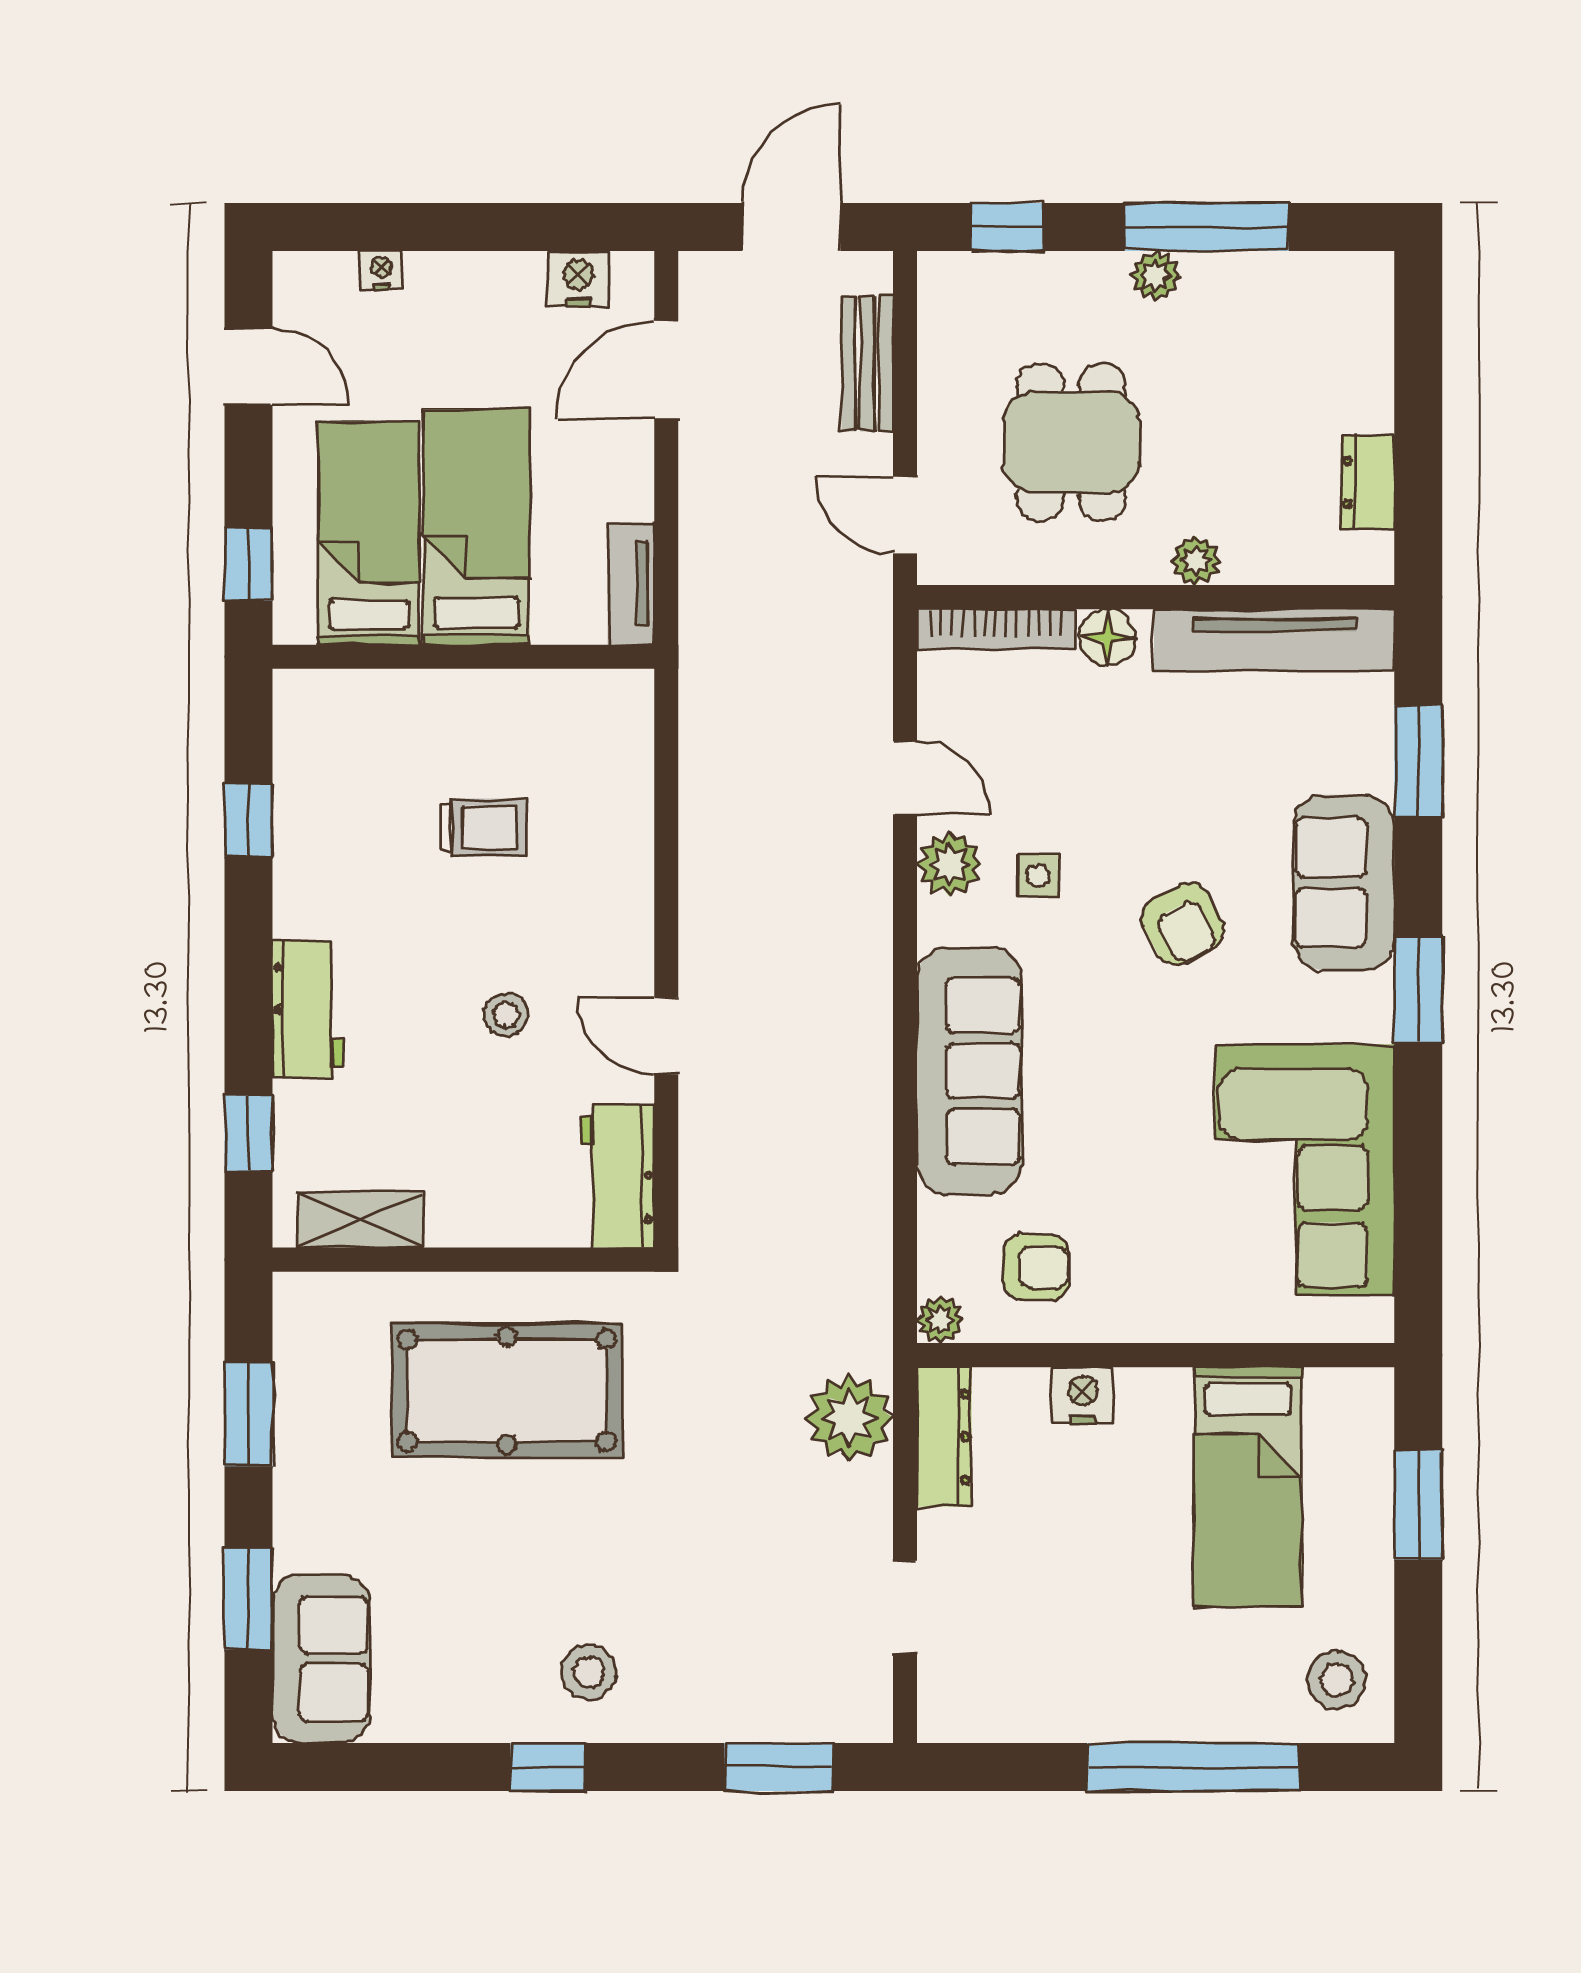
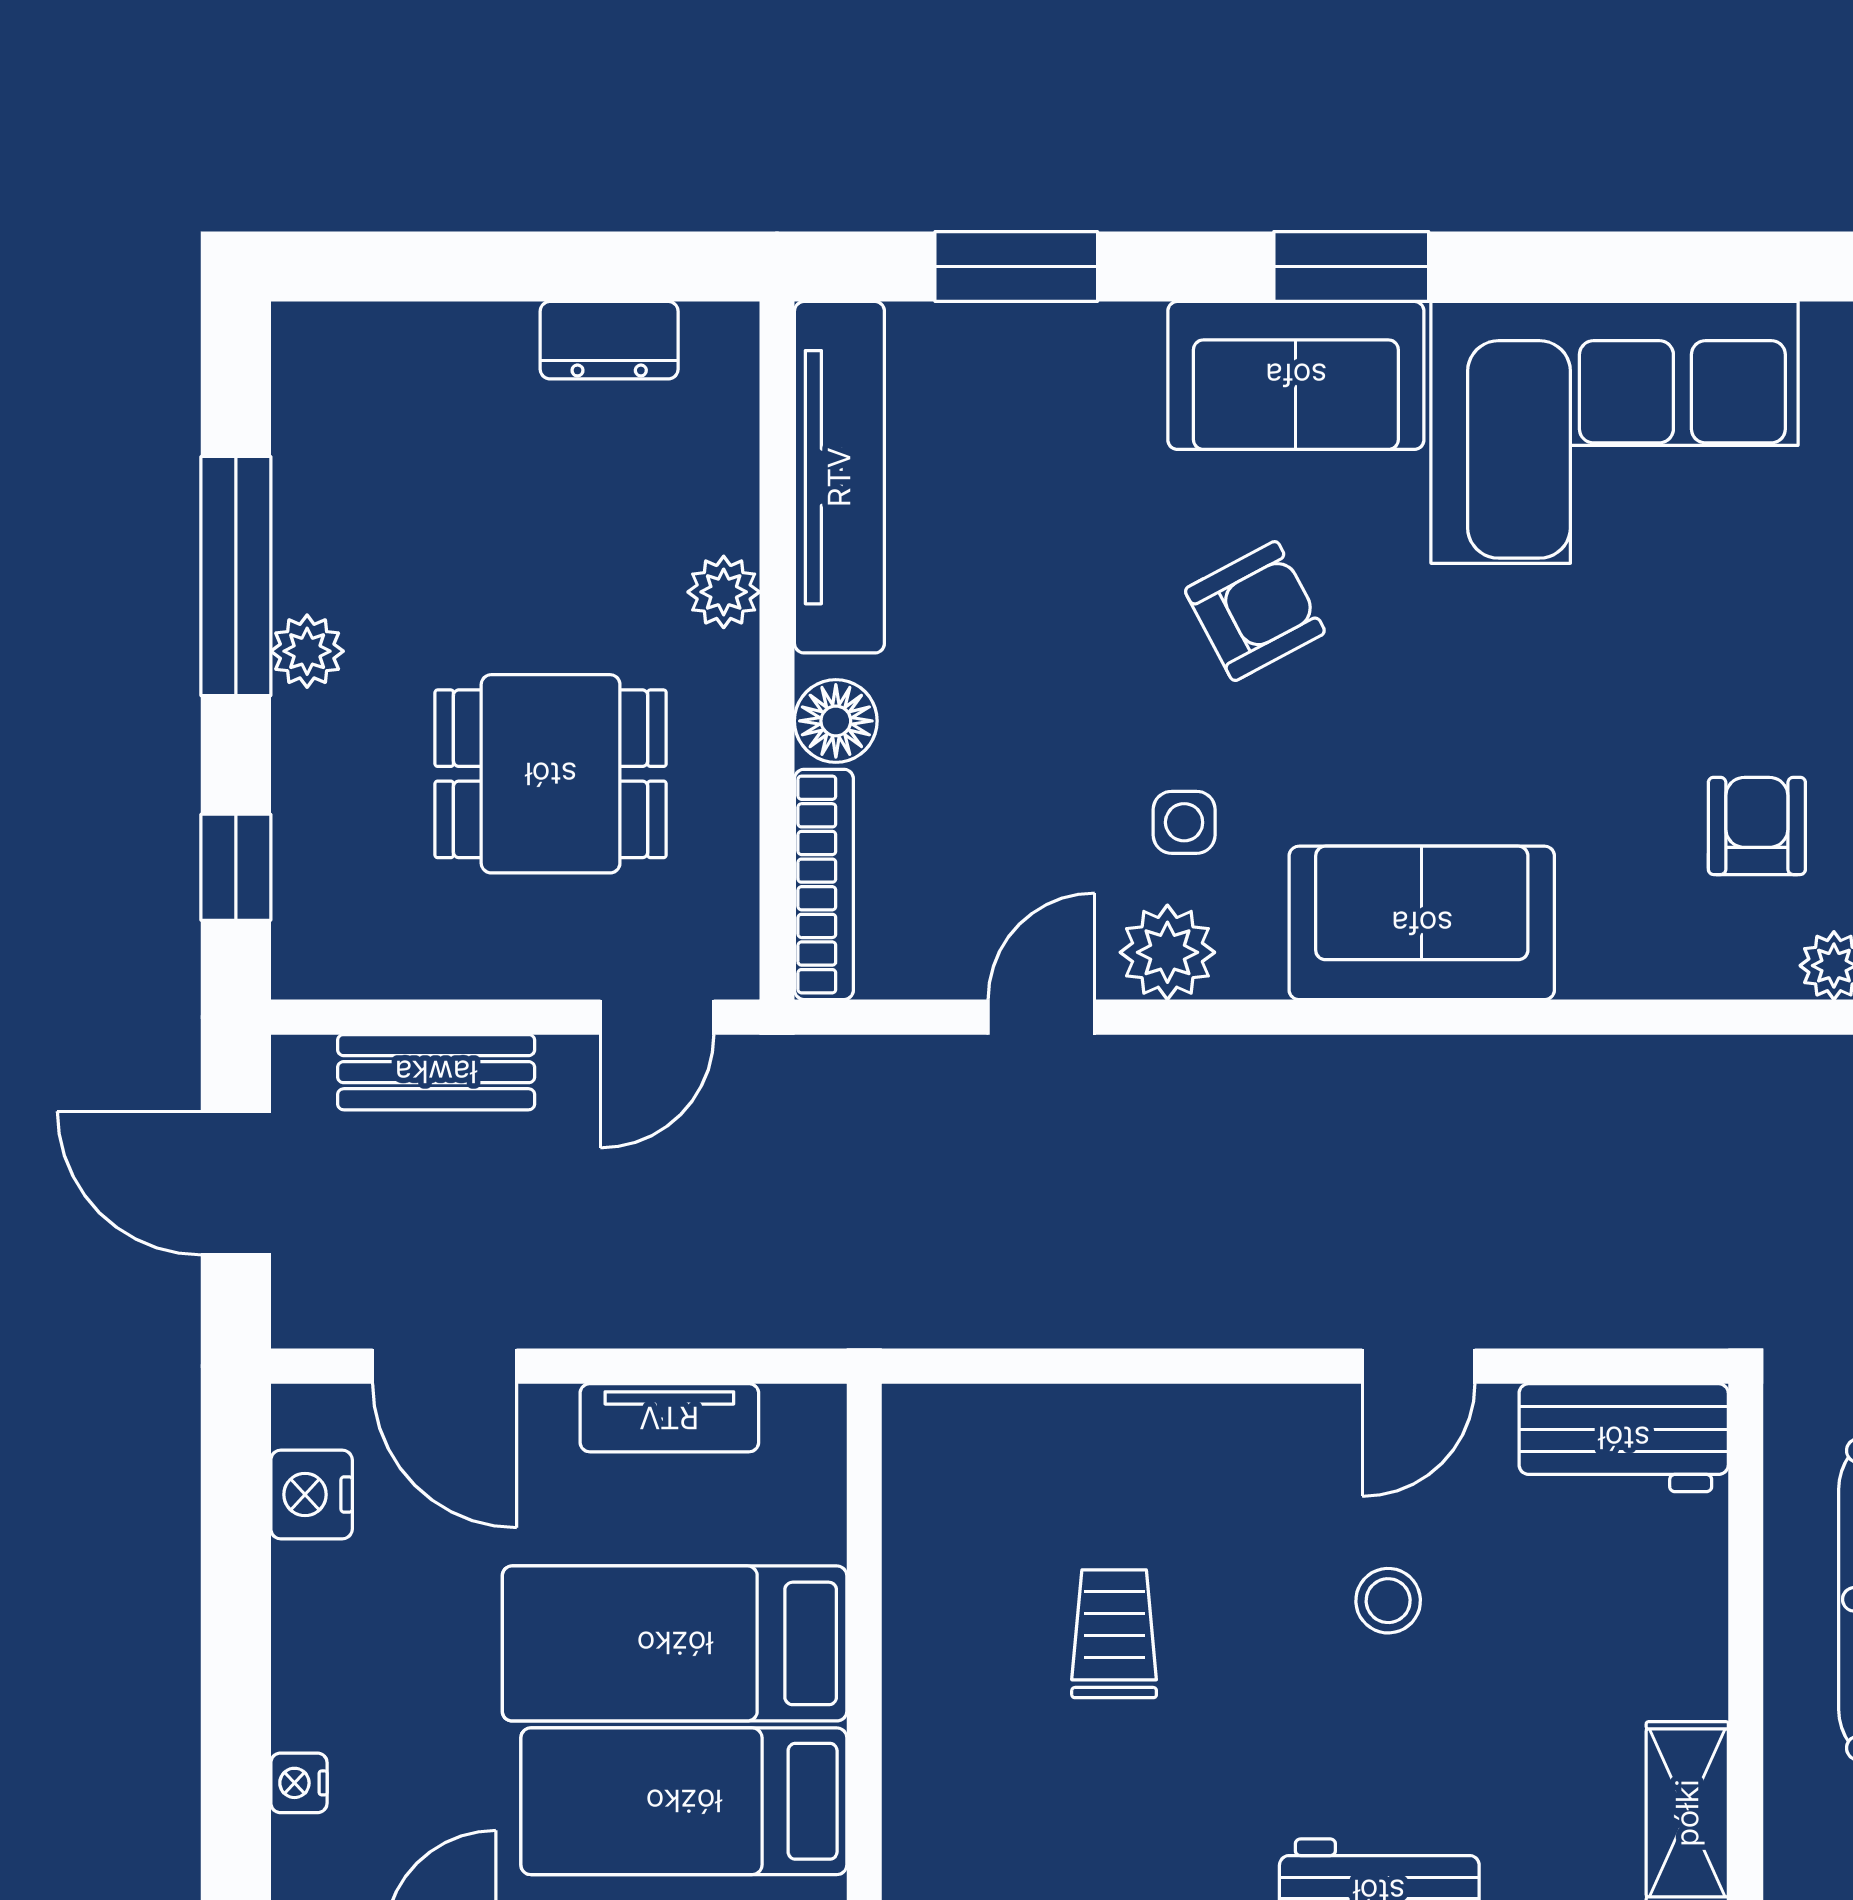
tv unit: (631, 584) -> (669, 1418), moved
sofa: (1344, 882) -> (1296, 375), moved
sofa: (969, 1071) -> (1422, 923), width x0.73

